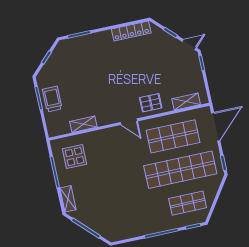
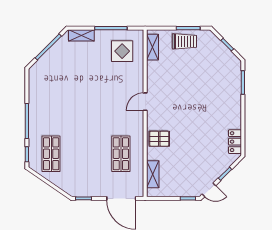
locker: (131, 31) -> (235, 142), width x0.66
door: (189, 45) -> (209, 190), hinge flipped
pallet: (151, 103) -> (159, 139), turned 90
door: (129, 122) -> (145, 102), moved
shelving: (83, 124) -> (152, 47), moved
shop shelf: (173, 136) -> (121, 154), width x0.70, depth x0.74
shop shelf: (180, 170) -> (86, 154), removed

